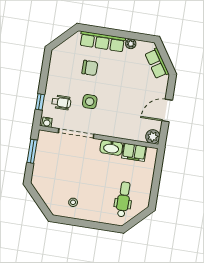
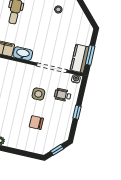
window: (63, 38) -> (57, 150), added
row of seats: (102, 41) -> (24, 144), removed
window: (40, 102) -> (77, 112), moved
kitchen counter: (44, 146) -> (80, 59), added

